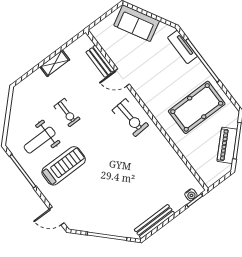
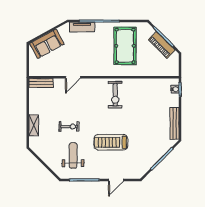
bench: (100, 61) -> (41, 83), moved
shelving: (55, 63) -> (34, 125), moved
exercise bike: (130, 118) -> (115, 95), moved, turned 94
weight bench: (40, 140) -> (73, 156), turned 180
treadmill: (64, 166) -> (111, 142), moved, turned -90
door: (57, 216) -> (116, 180), moved

